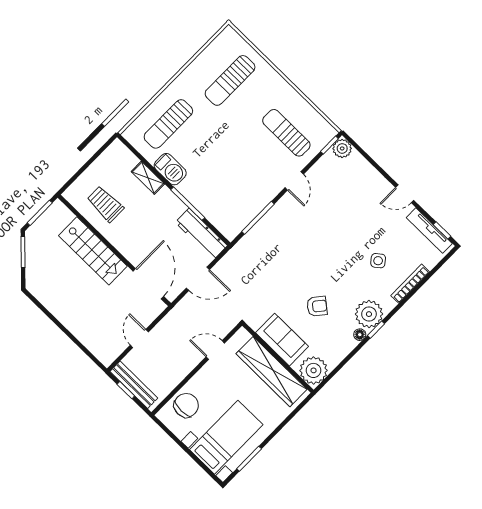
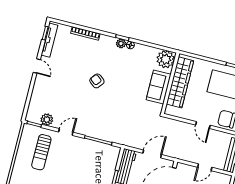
plant: (342, 148) -> (47, 120), moved
side table: (378, 261) -> (83, 59), removed
door: (198, 279) -> (152, 154), hinge flipped
armchair: (317, 306) -> (97, 81), moved
plant: (369, 314) -> (121, 44), width x0.53, depth x0.53
door: (215, 350) -> (203, 125), moved

